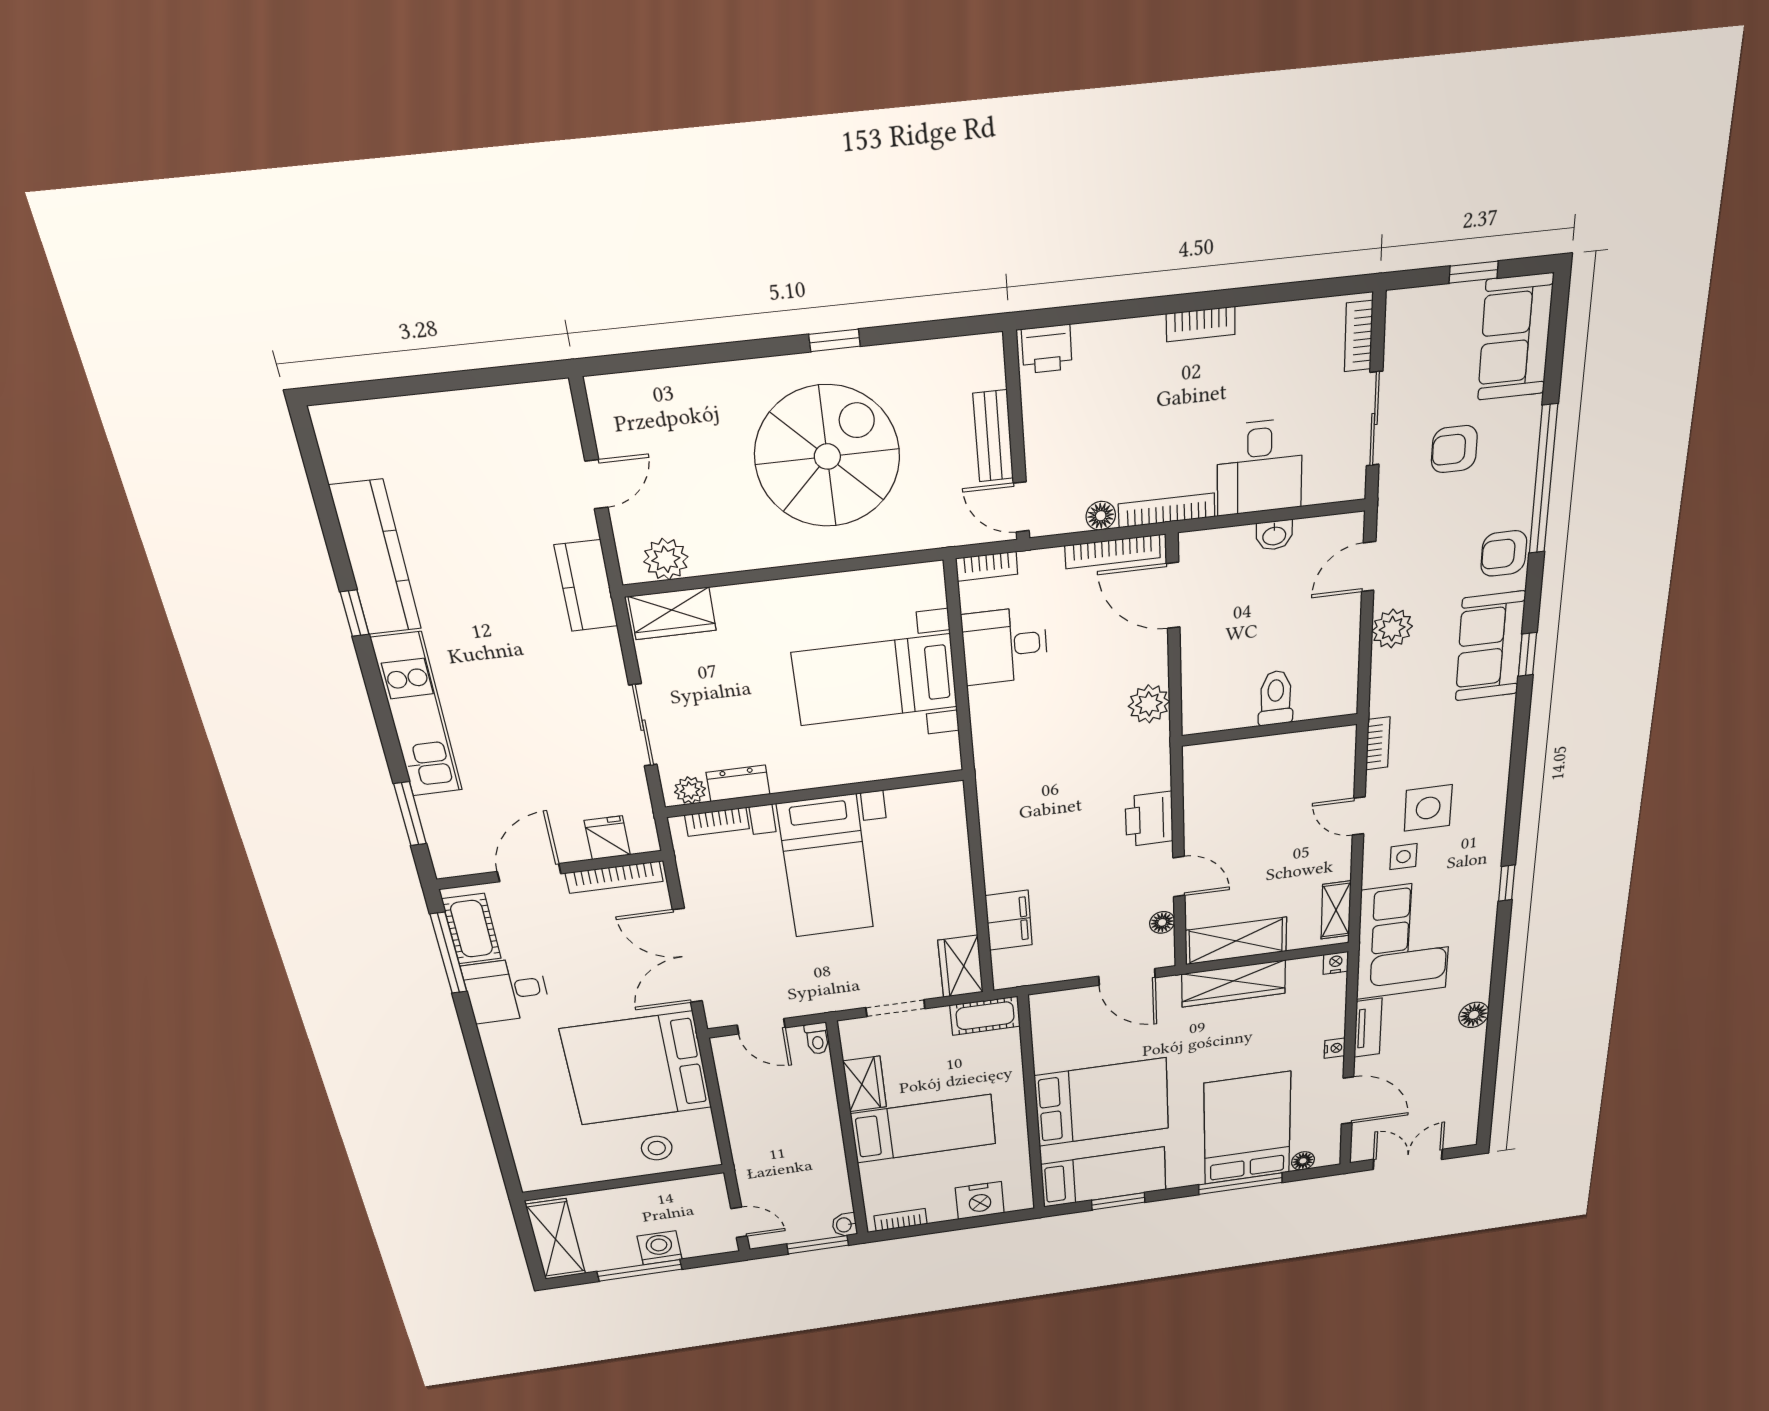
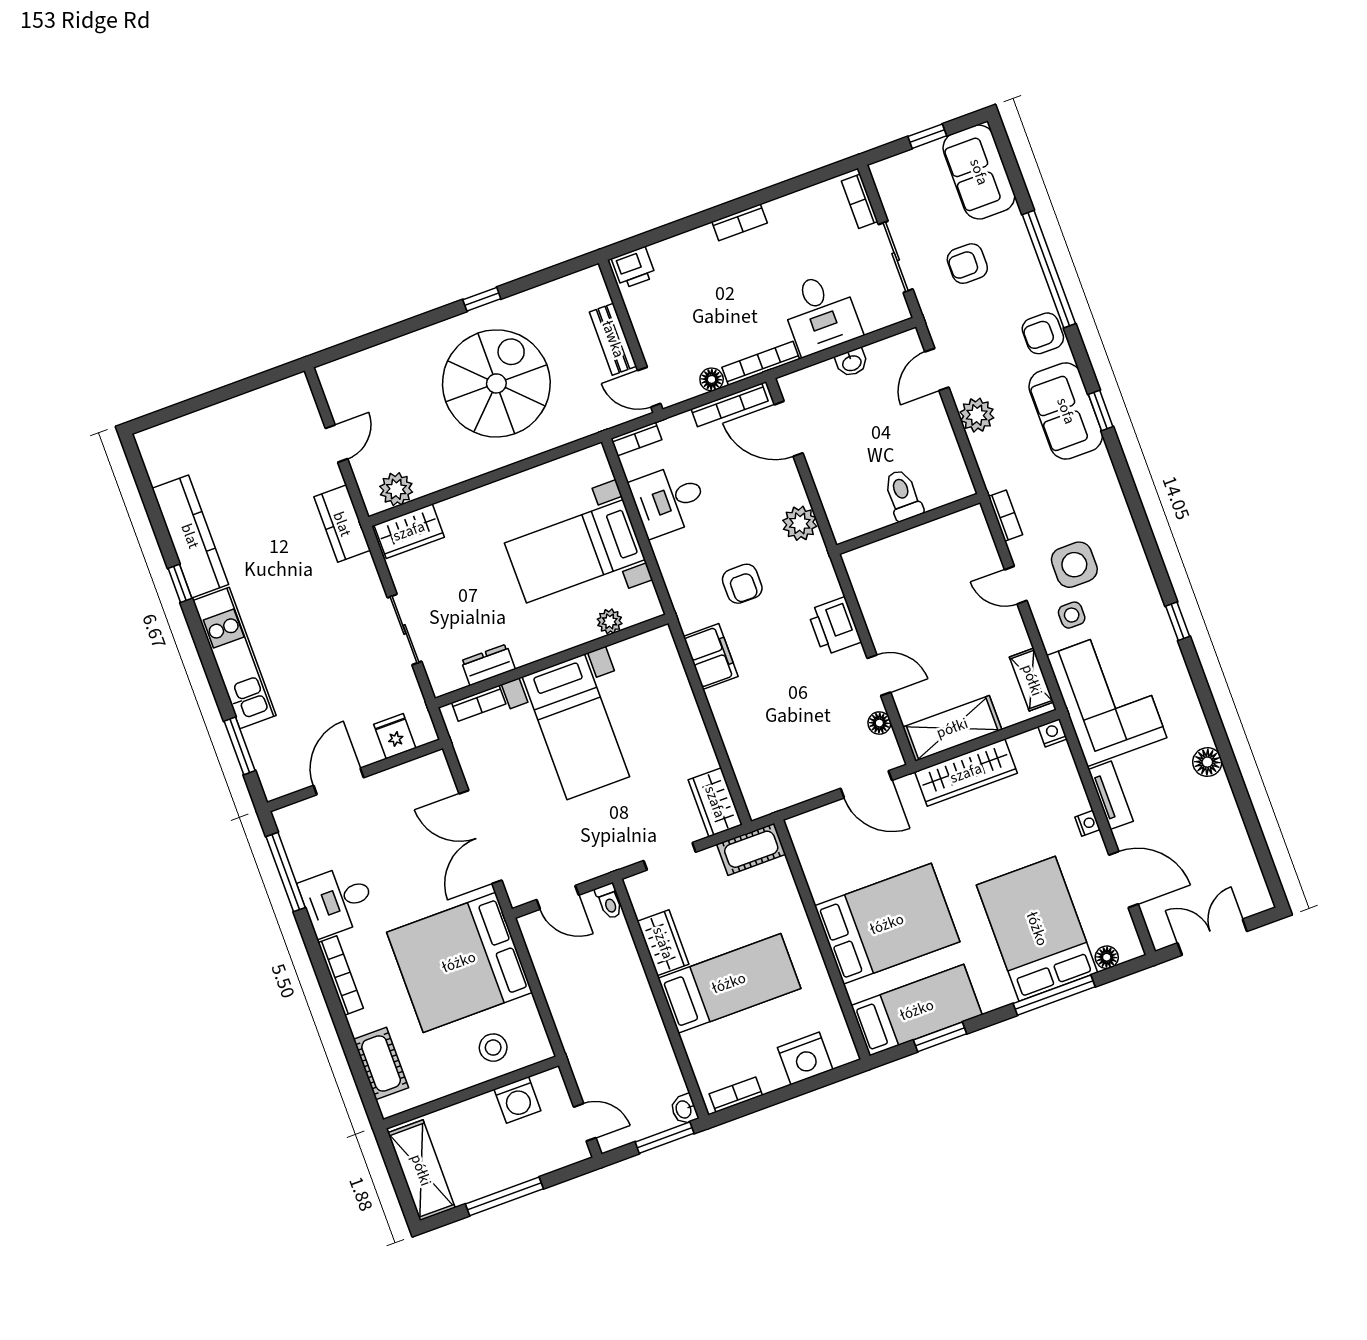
armchair: (1061, 755) -> (742, 584), added
plant: (690, 790) -> (610, 621), moved
bookcase: (614, 877) -> (341, 975), moved, turned -90
filing cabinet: (1009, 920) -> (711, 657), moved
cot: (472, 929) -> (381, 1064), moved
washing machine: (660, 1248) -> (517, 1100), moved, turned 180

